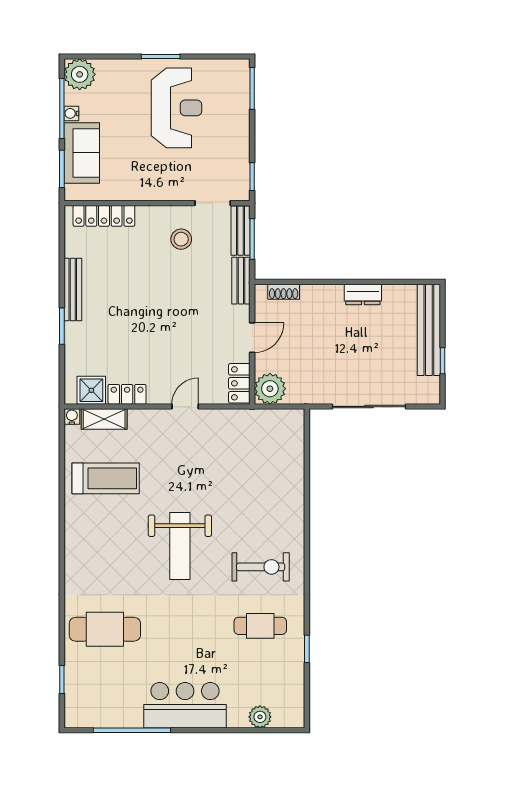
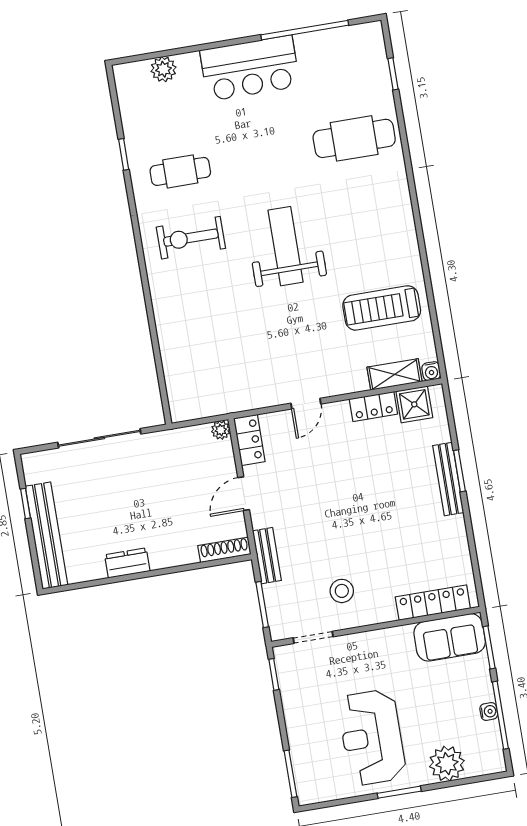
plant: (80, 74) -> (447, 764), moved
sofa: (82, 153) -> (450, 637), moved, turned -90
bench: (241, 231) -> (277, 612), removed
bench: (73, 289) -> (448, 479), moved
shoe rack: (284, 292) -> (224, 550), width x1.43
plant: (270, 389) -> (221, 430), width x0.53, depth x0.53

